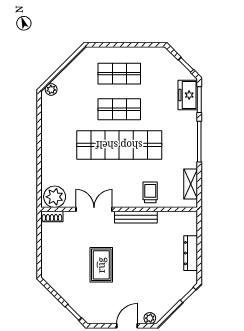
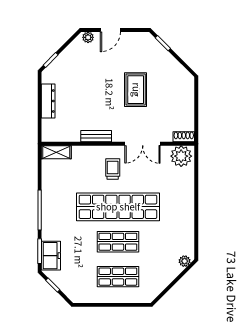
shelving: (191, 184) -> (56, 152), moved, turned 90
trolley: (150, 192) -> (113, 169), moved, turned 180
bench: (136, 217) -> (96, 136), width x0.73

